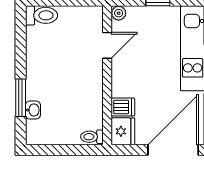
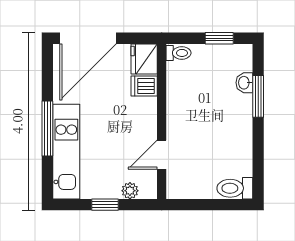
plant: (119, 13) -> (130, 191), moved
window: (55, 150) -> (219, 38), added

